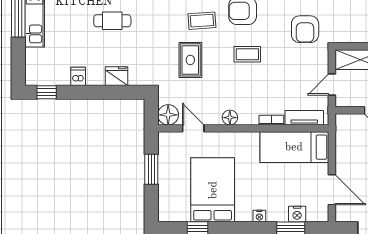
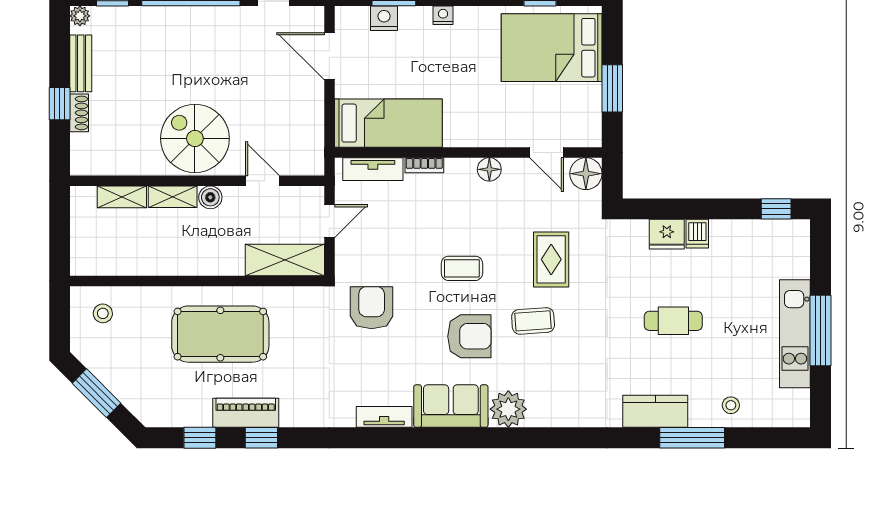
dishwasher: (78, 76) -> (697, 234), moved
bed: (213, 190) -> (552, 48), moved, turned 90

